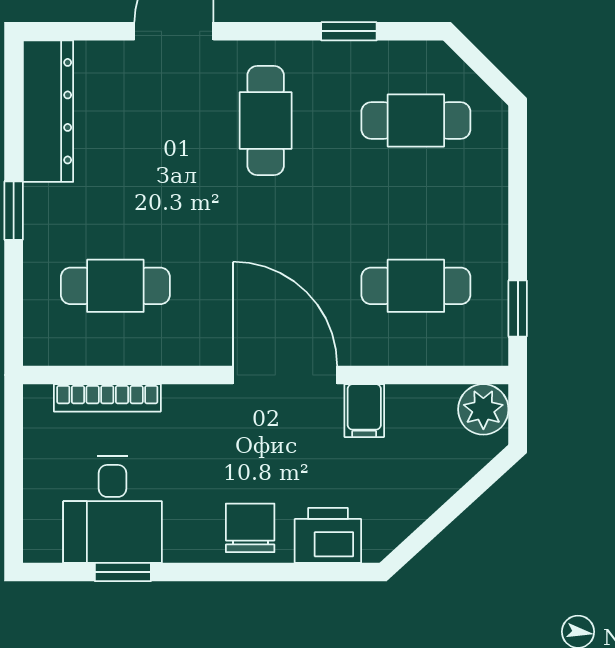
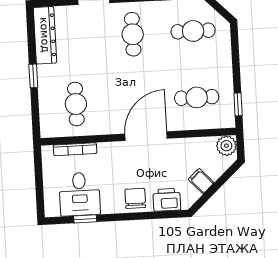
cafe table: (115, 286) -> (76, 104), turned 90
door: (285, 375) -> (146, 136), hinge flipped
filing cabinet: (364, 411) -> (201, 181), moved, turned 138

